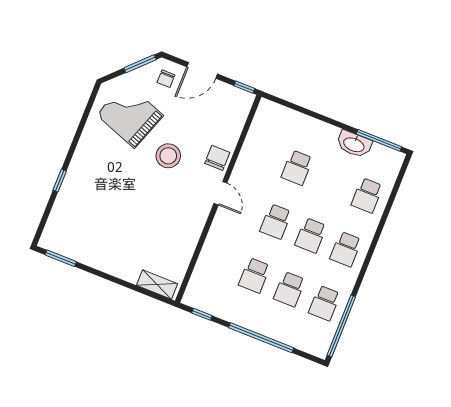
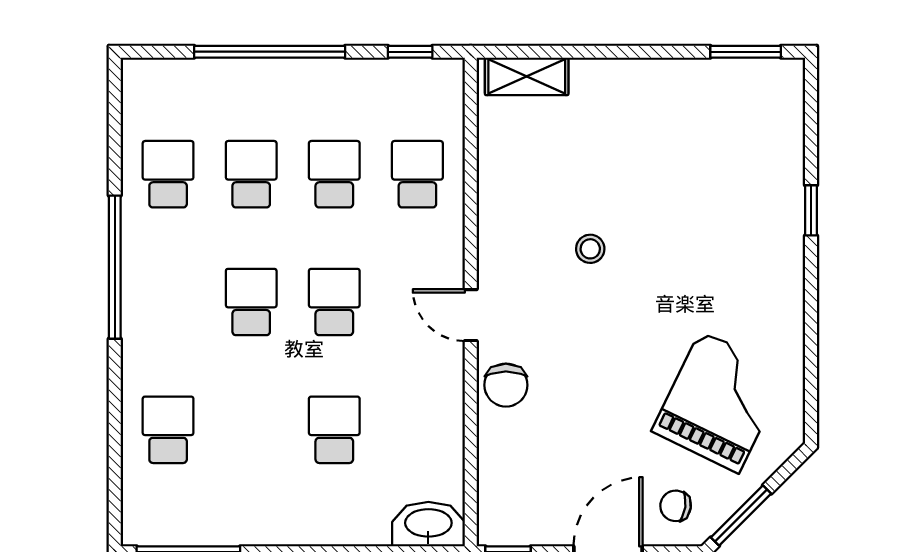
chair: (166, 79) -> (676, 506), turned -82
grand piano: (130, 115) -> (720, 402), turned -84
washbasin: (354, 144) -> (428, 524), moved
stool: (168, 156) -> (590, 249), moved, width x0.53, depth x0.53
school desk: (346, 249) -> (417, 174), moved
window: (341, 326) -> (115, 267), moved

